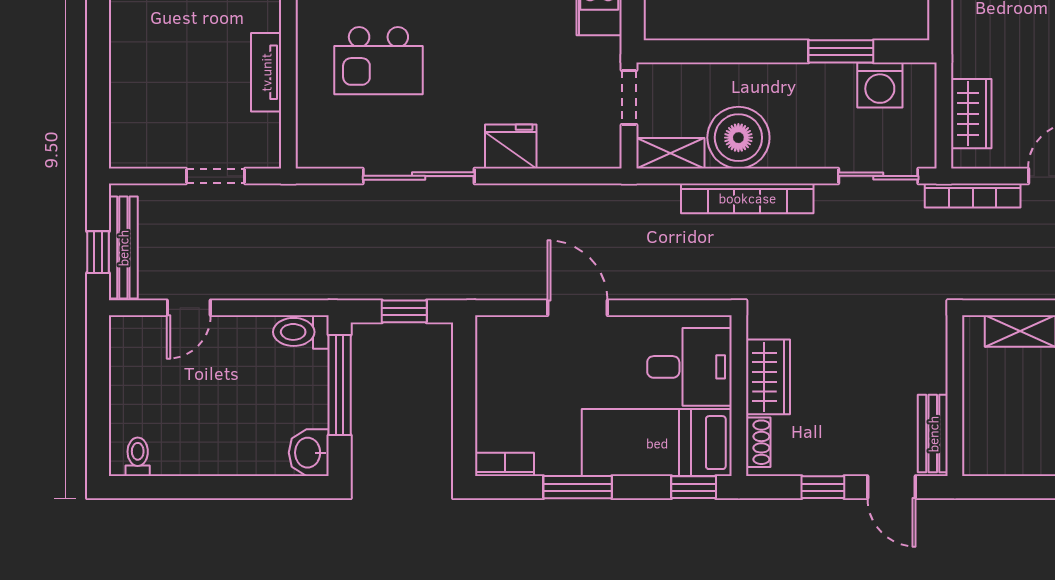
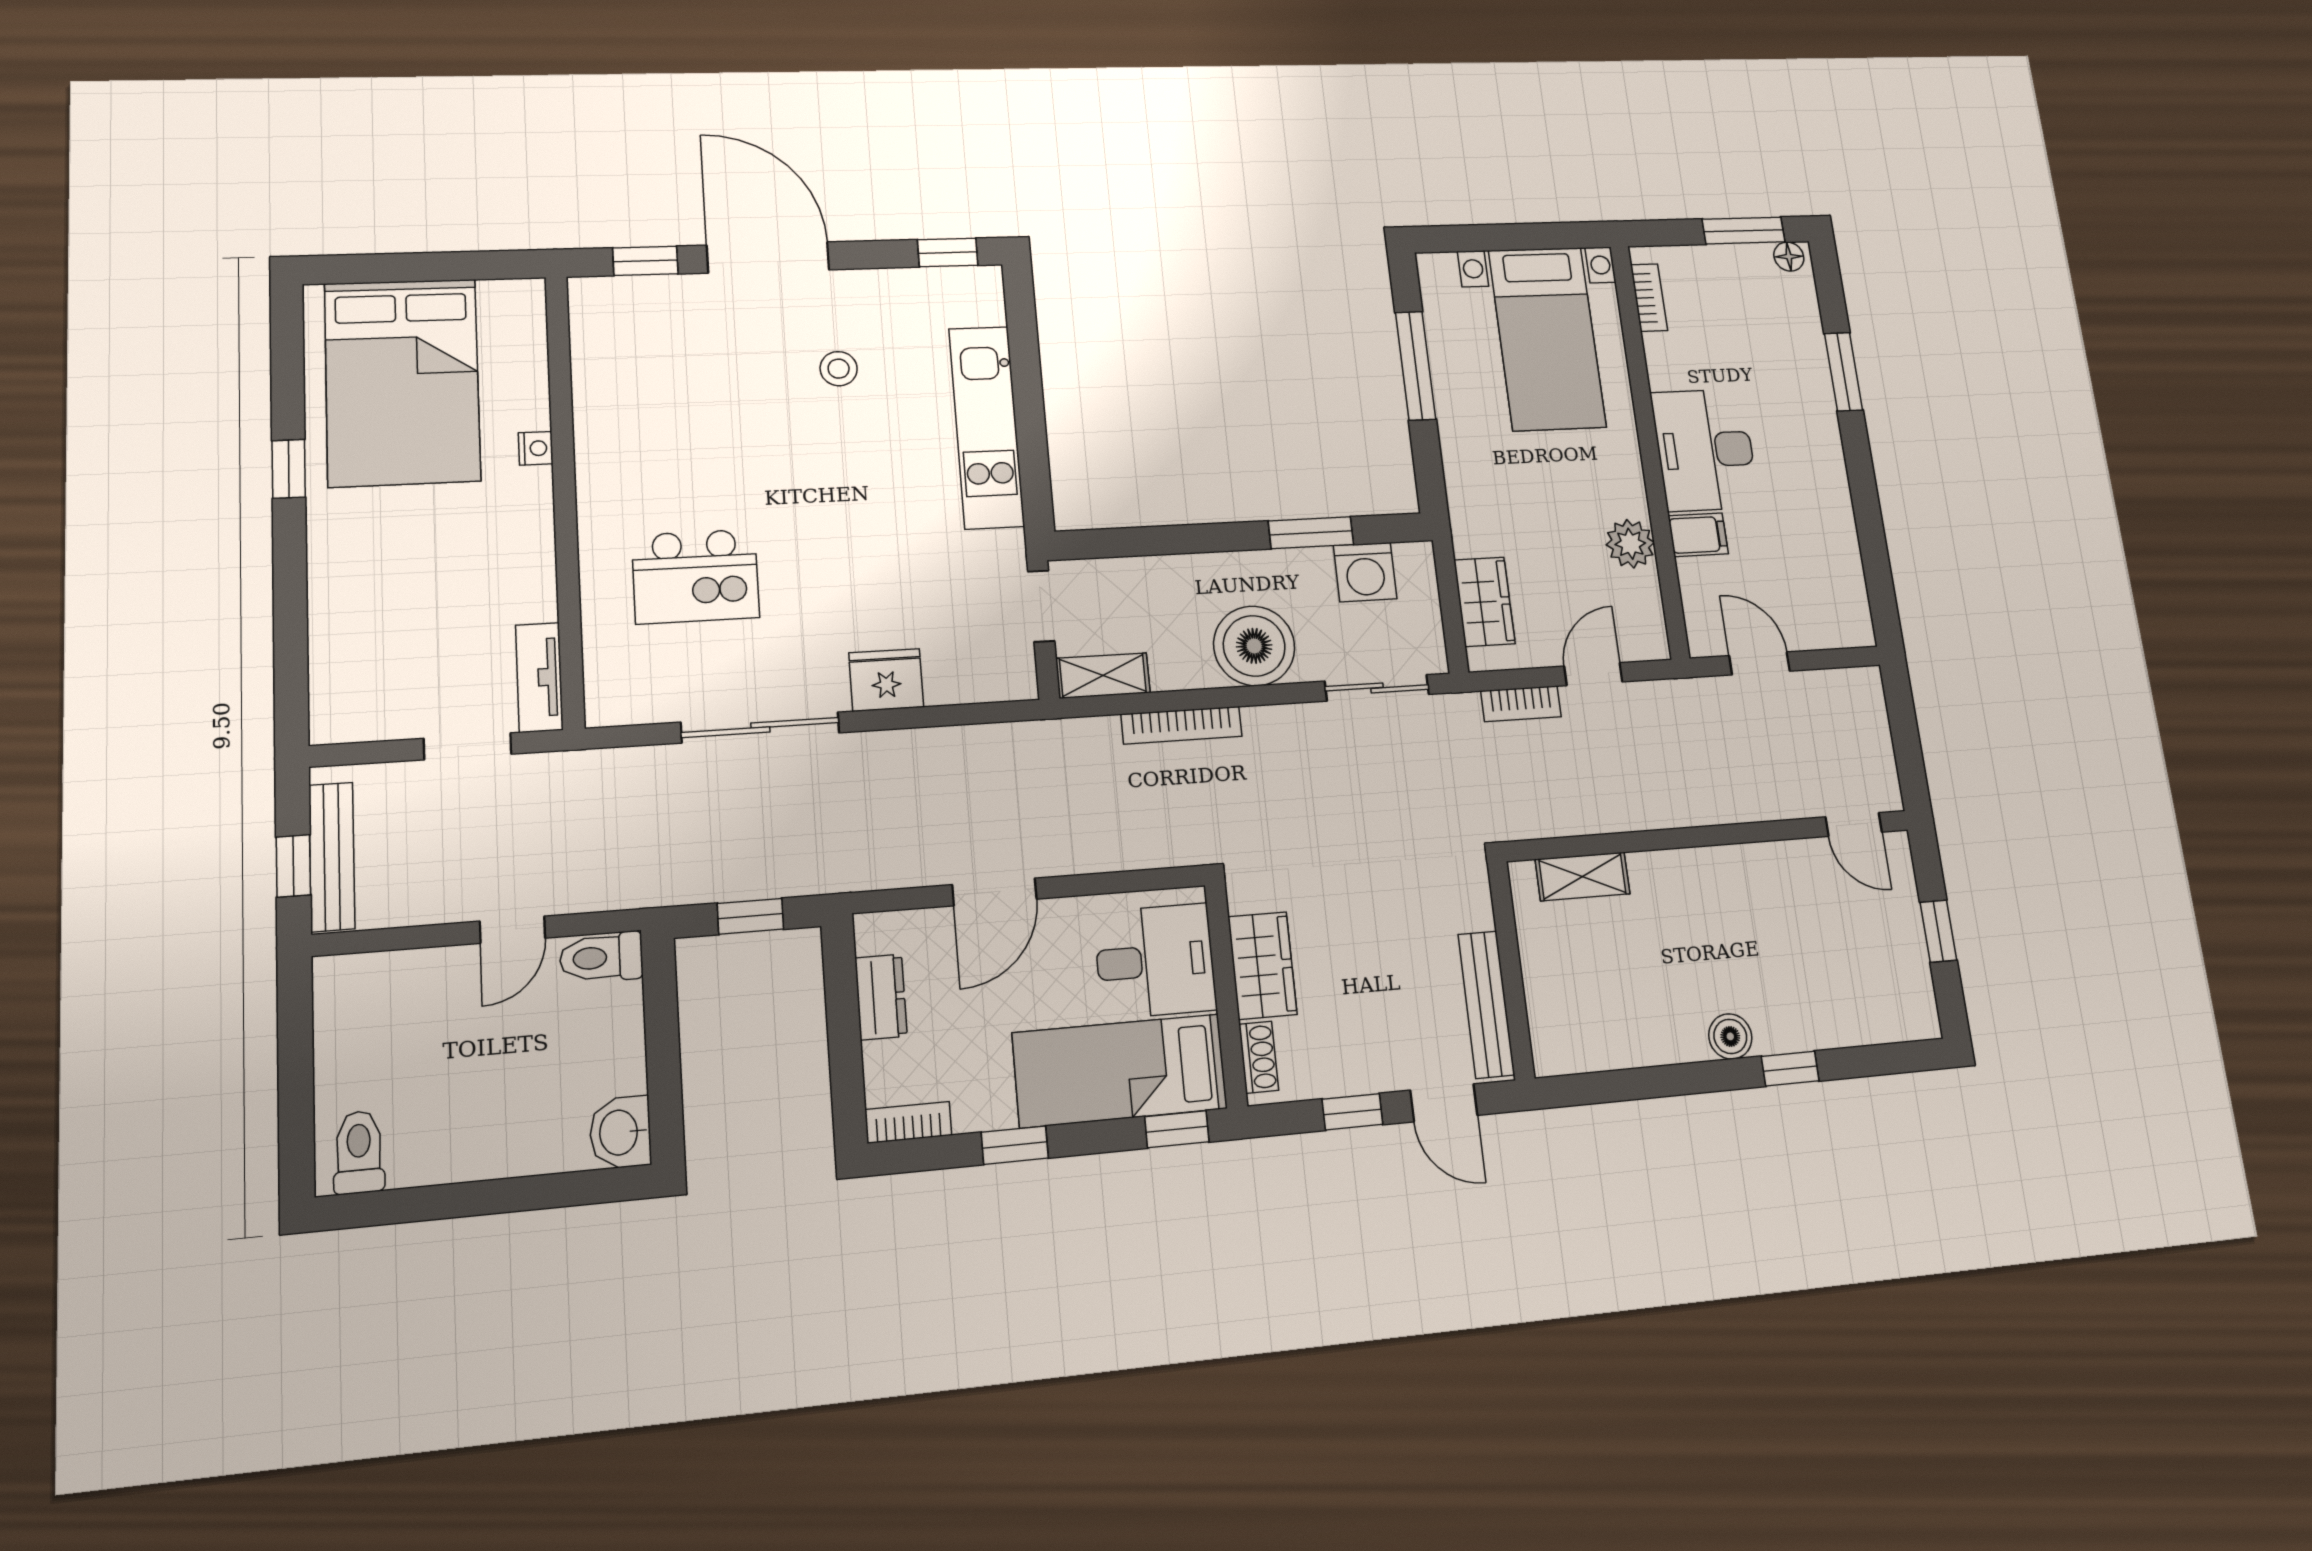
tv unit: (266, 72) -> (539, 677), moved
boiler: (738, 138) -> (1254, 646), moved
bookcase: (973, 195) -> (1521, 704), width x0.64
bookcase: (747, 198) -> (1181, 725), width x0.68, depth x0.76
door: (189, 308) -> (512, 930), moved
door: (577, 308) -> (994, 892), swing flipped
dresser: (492, 376) -> (881, 997), added
window: (340, 385) -> (662, 1029), removed
bench: (933, 434) -> (1486, 1004), width x1.36
toilet: (138, 457) -> (359, 1152), width x1.37, depth x1.39
window: (578, 487) -> (1015, 1145), width x0.67

